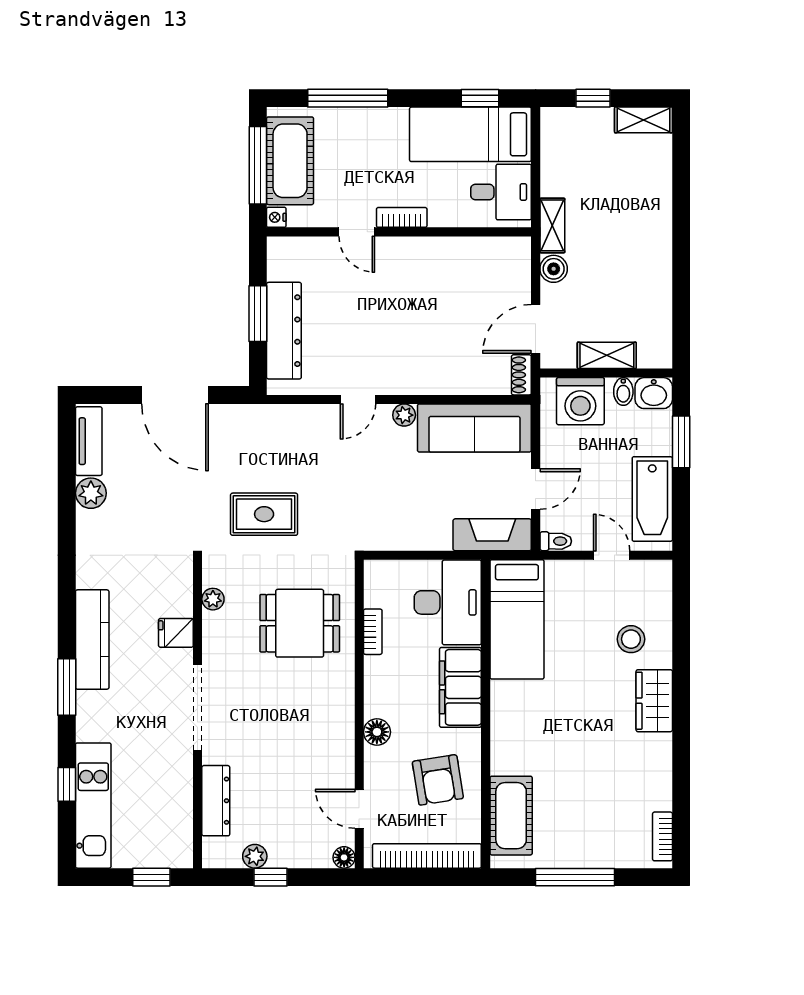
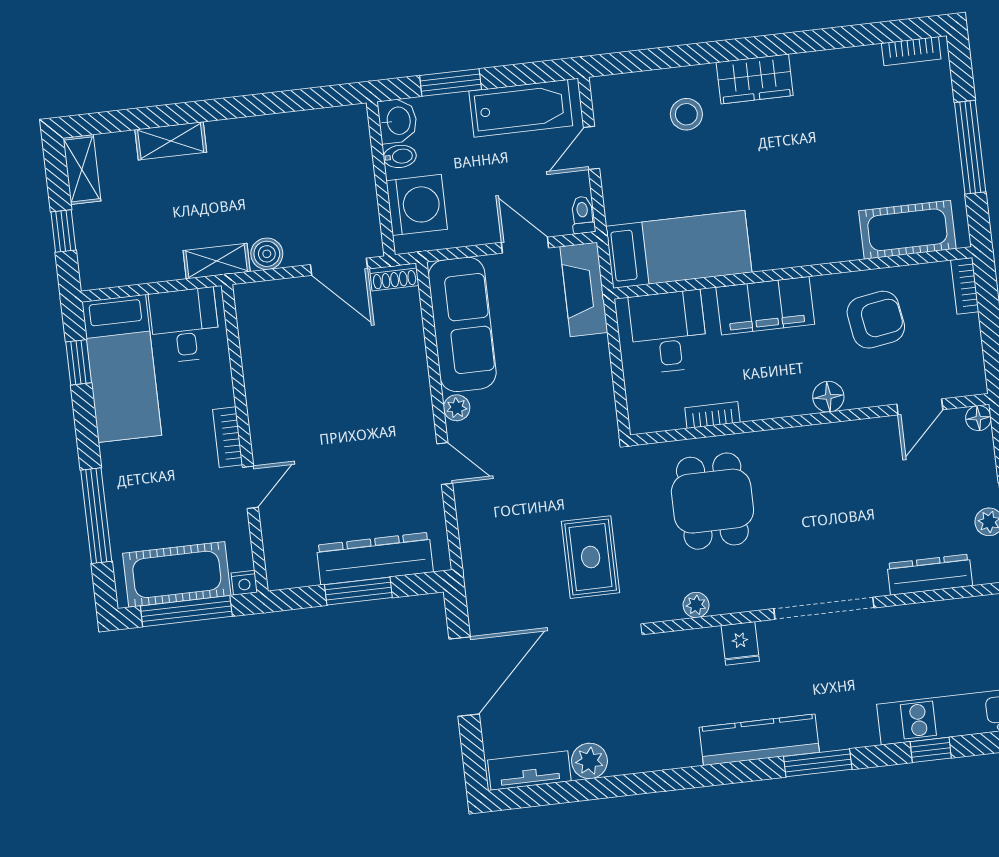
shelving: (607, 355) -> (171, 141), moved, turned 90
desk: (448, 602) -> (668, 332), width x0.73
bookcase: (427, 856) -> (965, 286), width x0.43, depth x0.76

